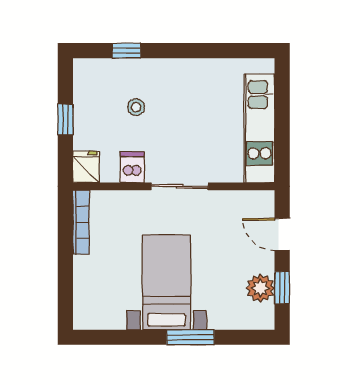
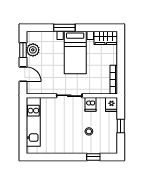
wardrobe: (99, 315) -> (106, 38), added

